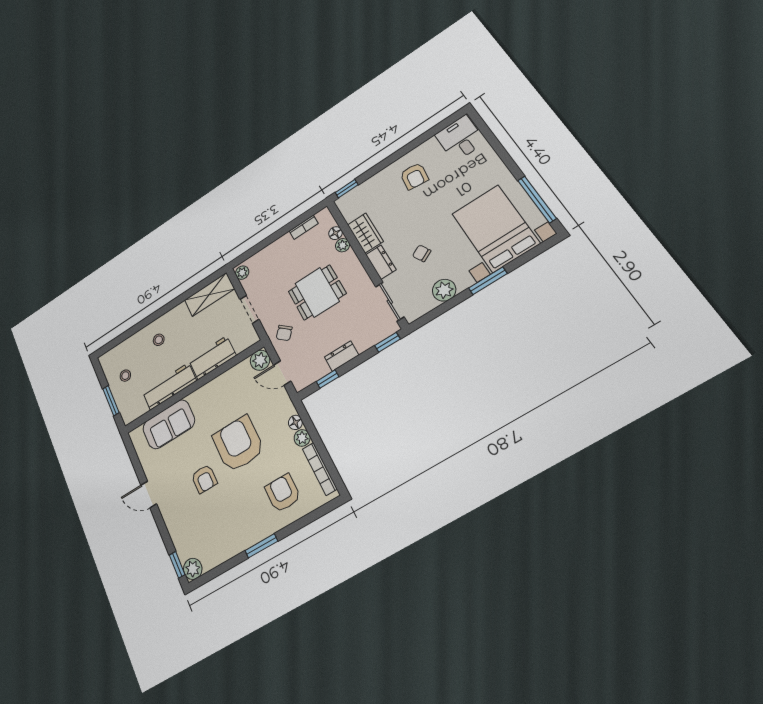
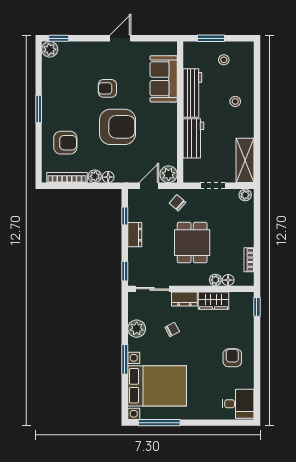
armchair: (414, 176) -> (232, 358), turned 83

